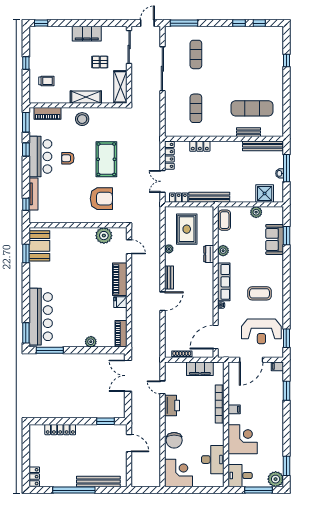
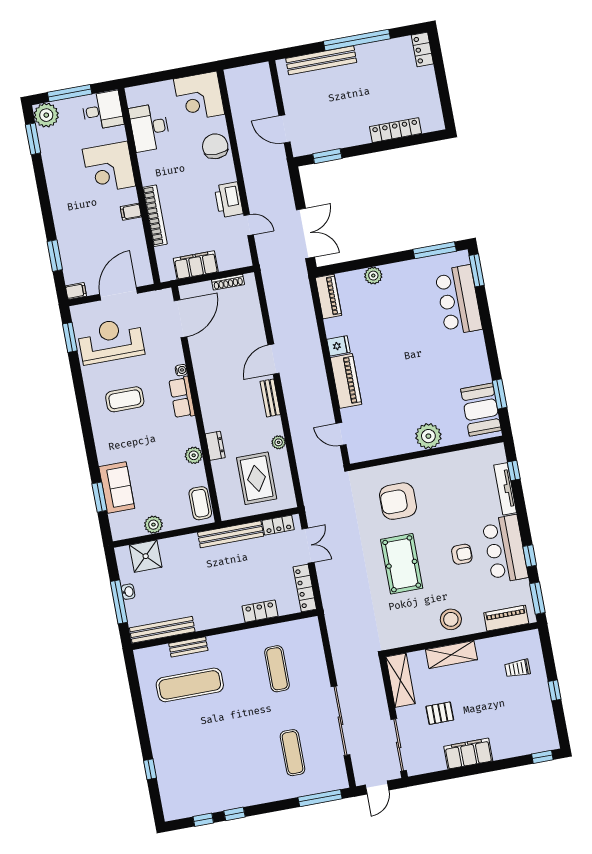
plant: (104, 236) -> (428, 436), moved
row of seats: (224, 282) -> (182, 397), width x0.68
bar counter: (41, 317) -> (458, 300), width x0.73

